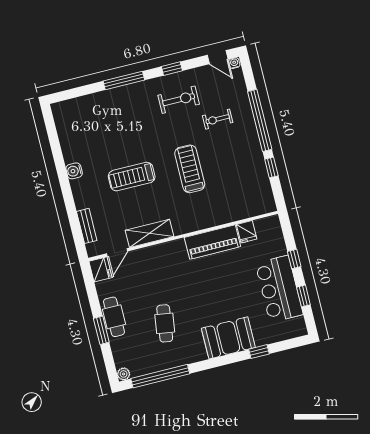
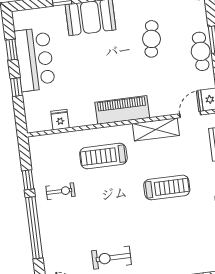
exercise bike: (218, 119) -> (60, 191), moved
treadmill: (190, 169) -> (103, 156), moved, turned 90
piano: (212, 242) -> (122, 110), moved

